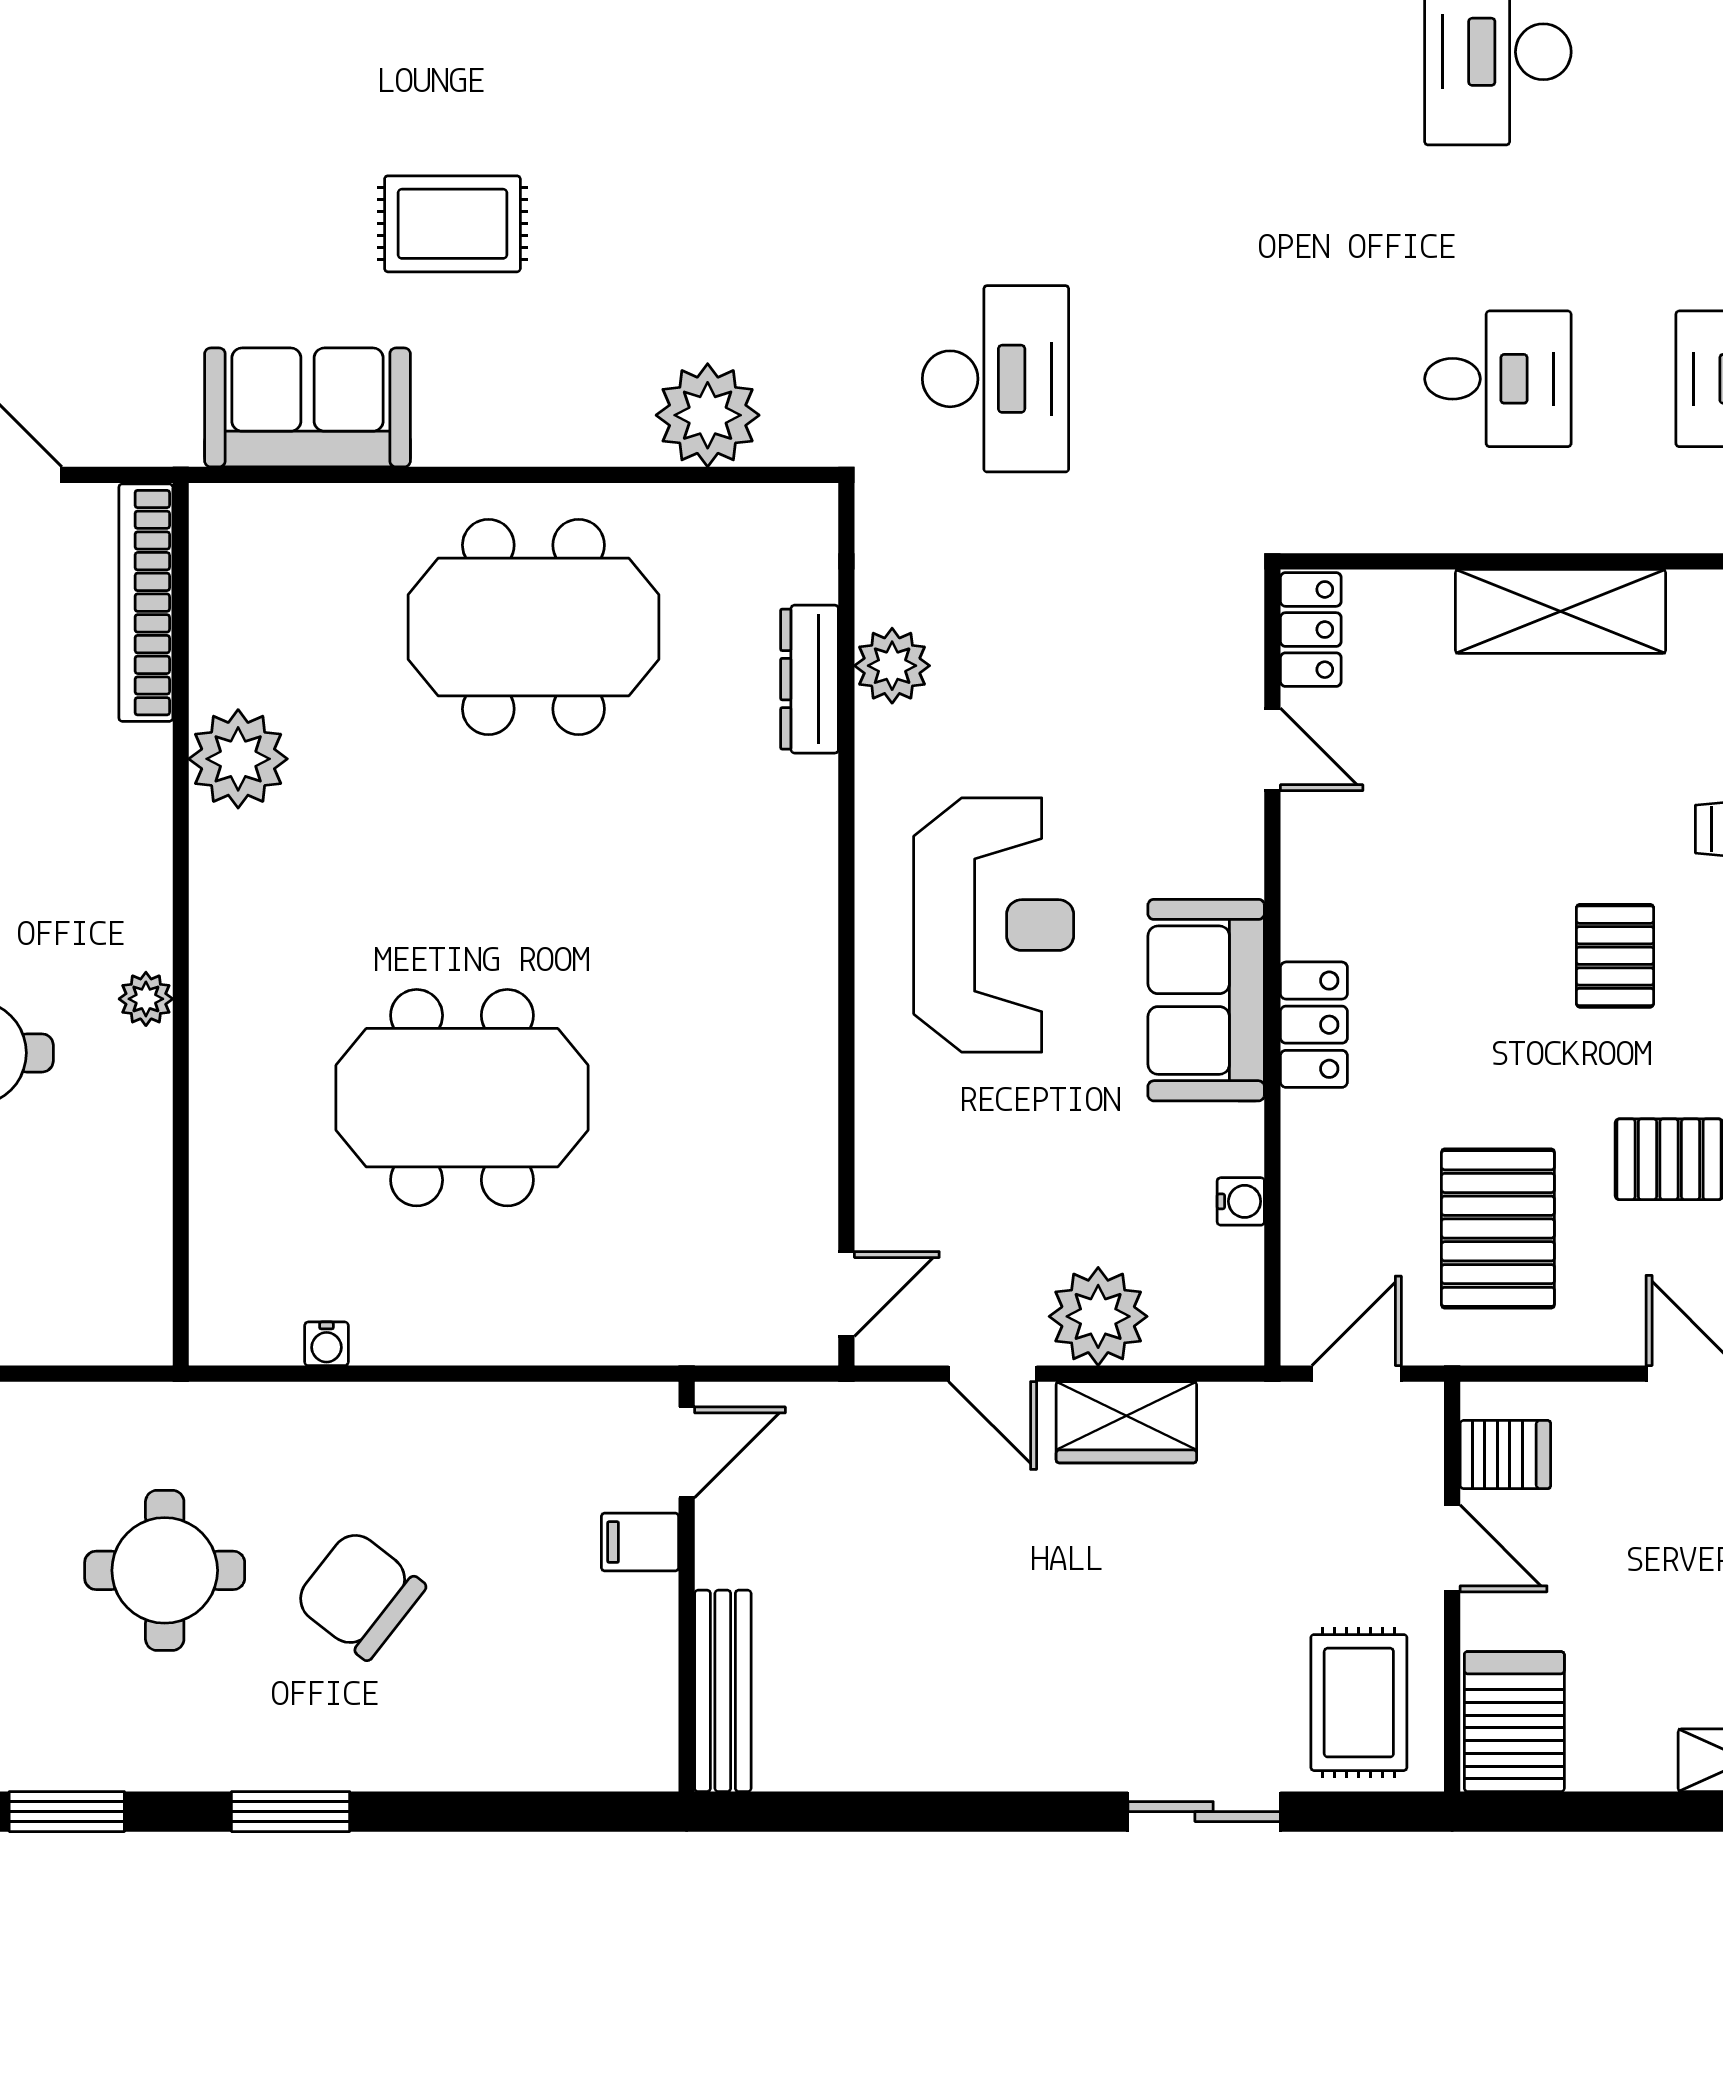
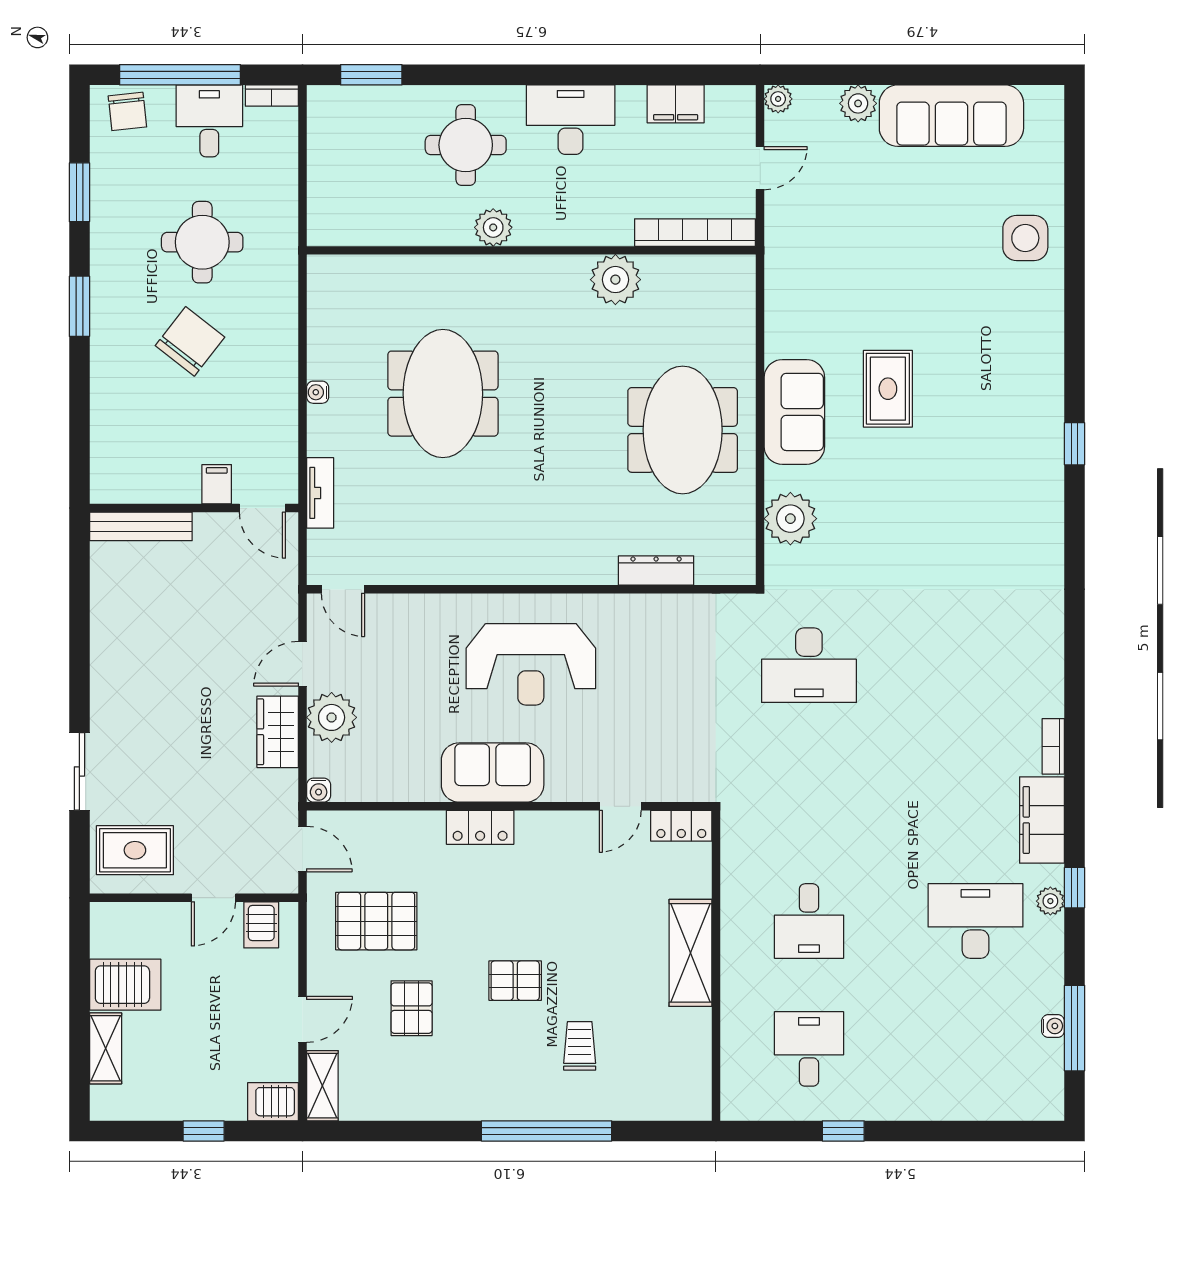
sofa: (308, 407) -> (794, 412), moved
plant: (892, 666) -> (663, 613), removed
plant: (146, 999) -> (493, 227), width x1.38, depth x1.38
water cooler: (1241, 1201) -> (319, 790), moved
tv unit: (657, 1339) -> (320, 493), added
water cooler: (326, 1344) -> (318, 392), moved
server rack: (1514, 1722) -> (125, 985), moved

